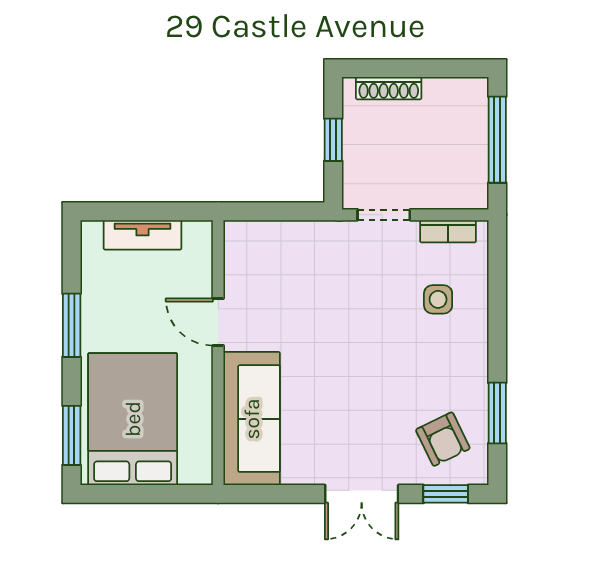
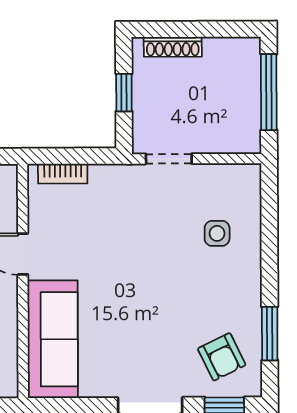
bookcase: (448, 231) -> (63, 174), moved

